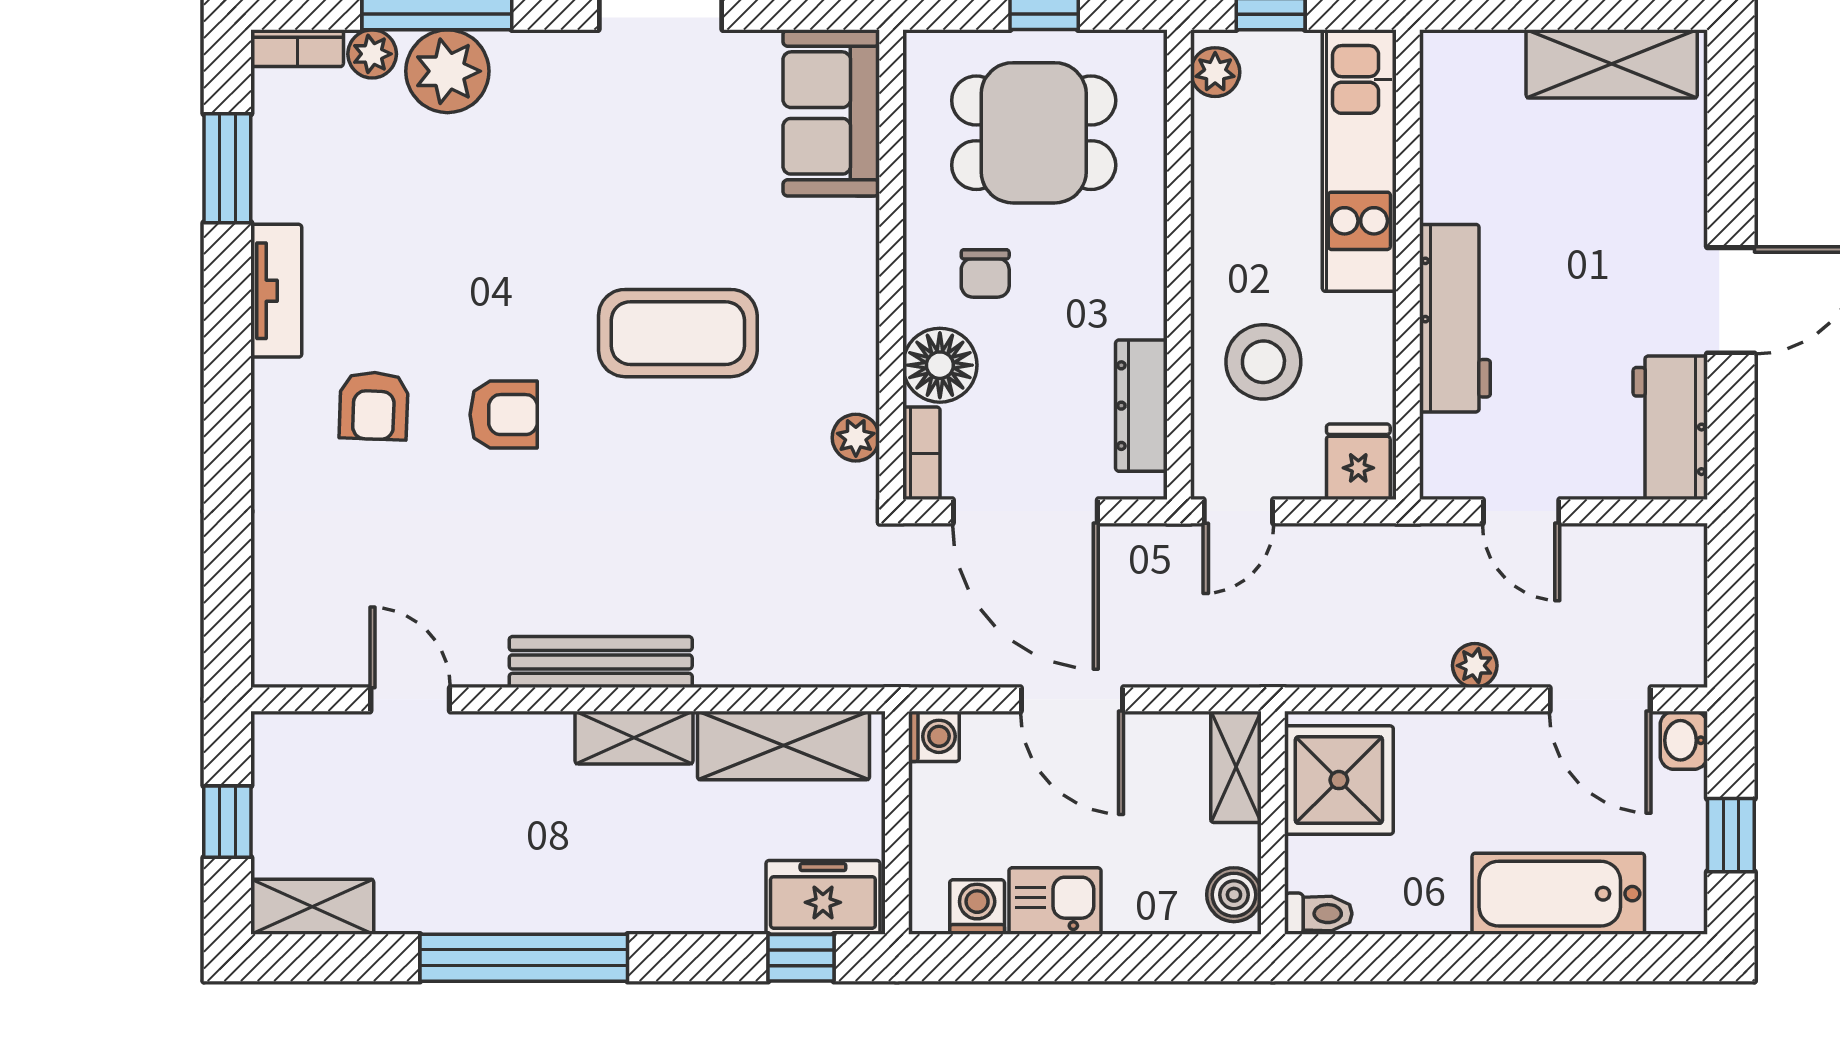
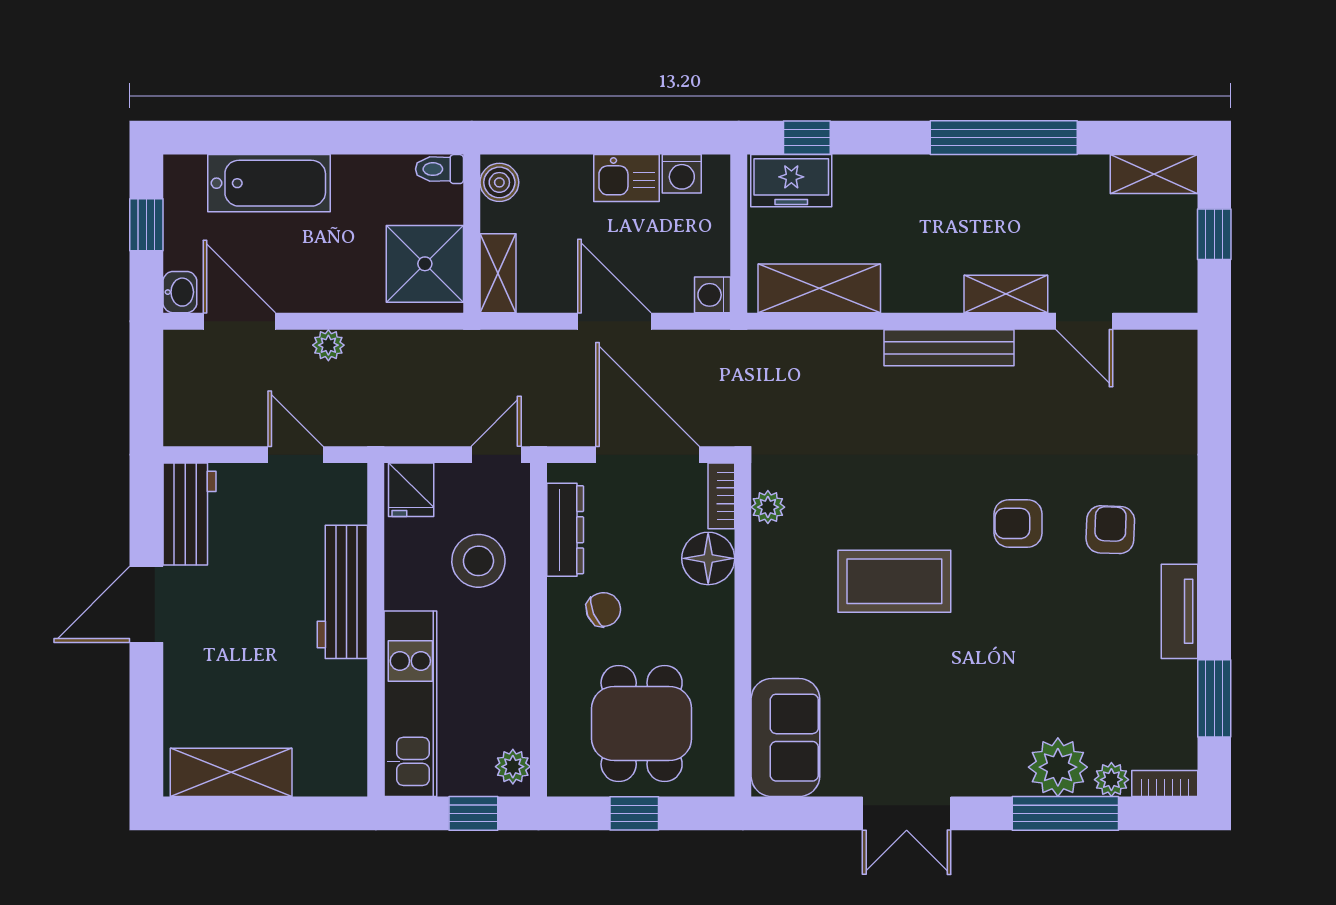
dining table: (1034, 133) -> (642, 723), turned 90
chair: (985, 273) -> (603, 609), moved, turned 67
shelving: (634, 738) -> (1006, 294), moved

